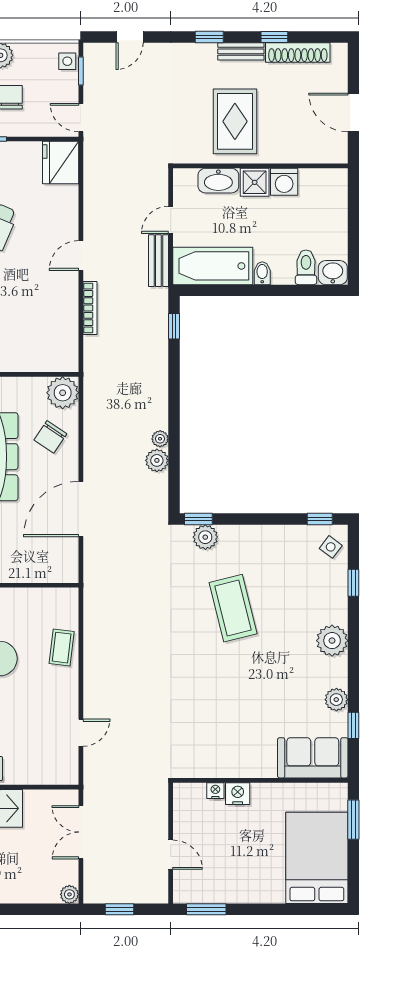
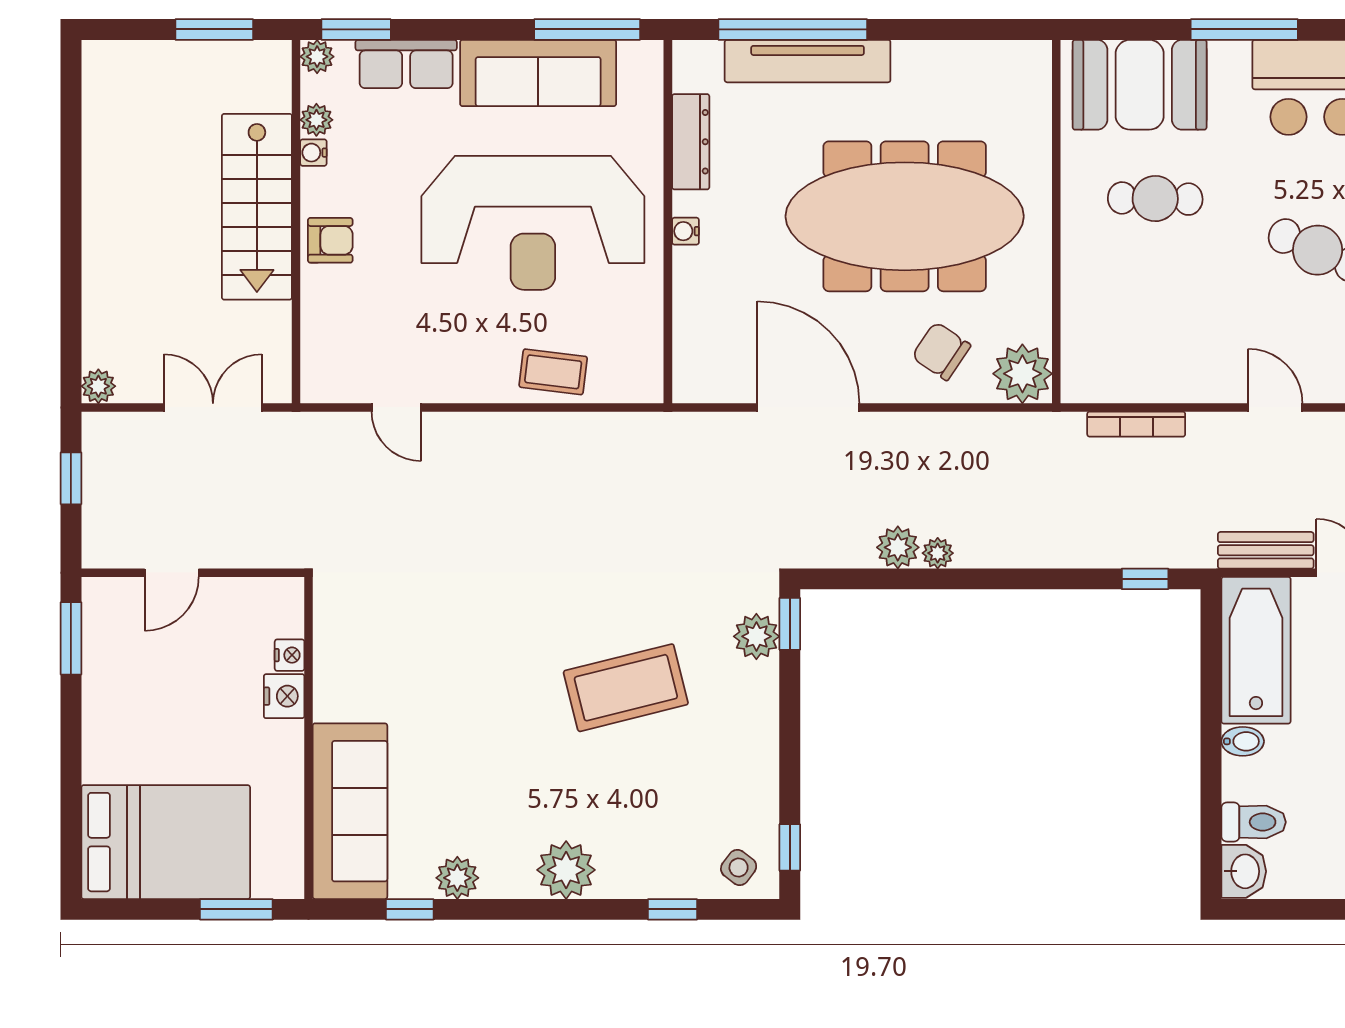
bookcase: (90, 308) -> (1136, 424), moved
sofa: (313, 758) -> (350, 811), width x1.36

